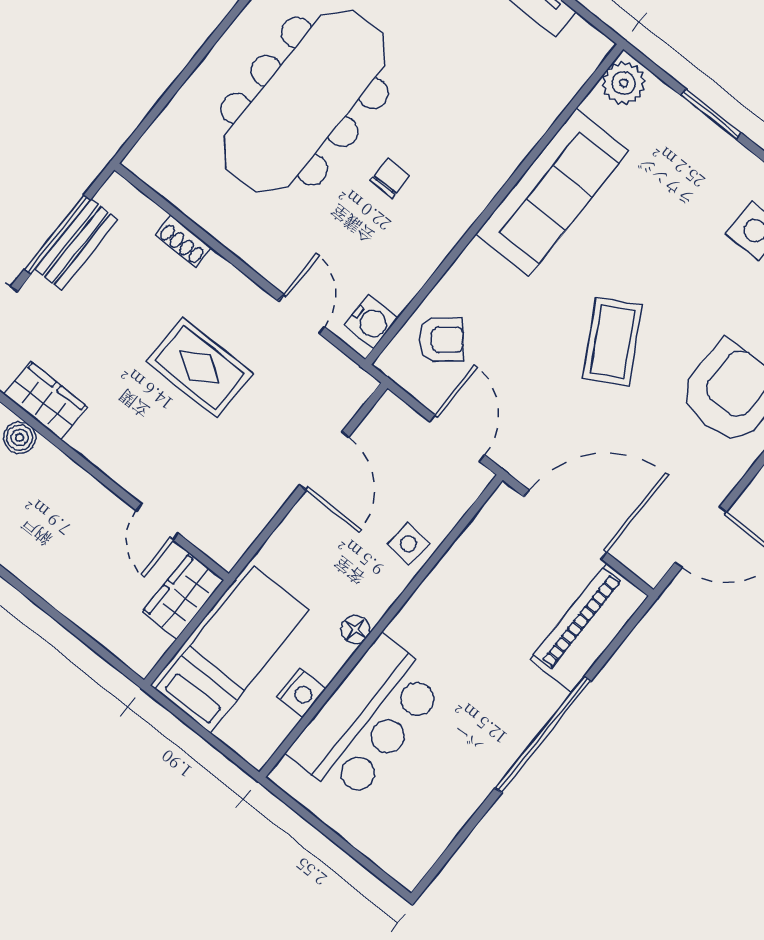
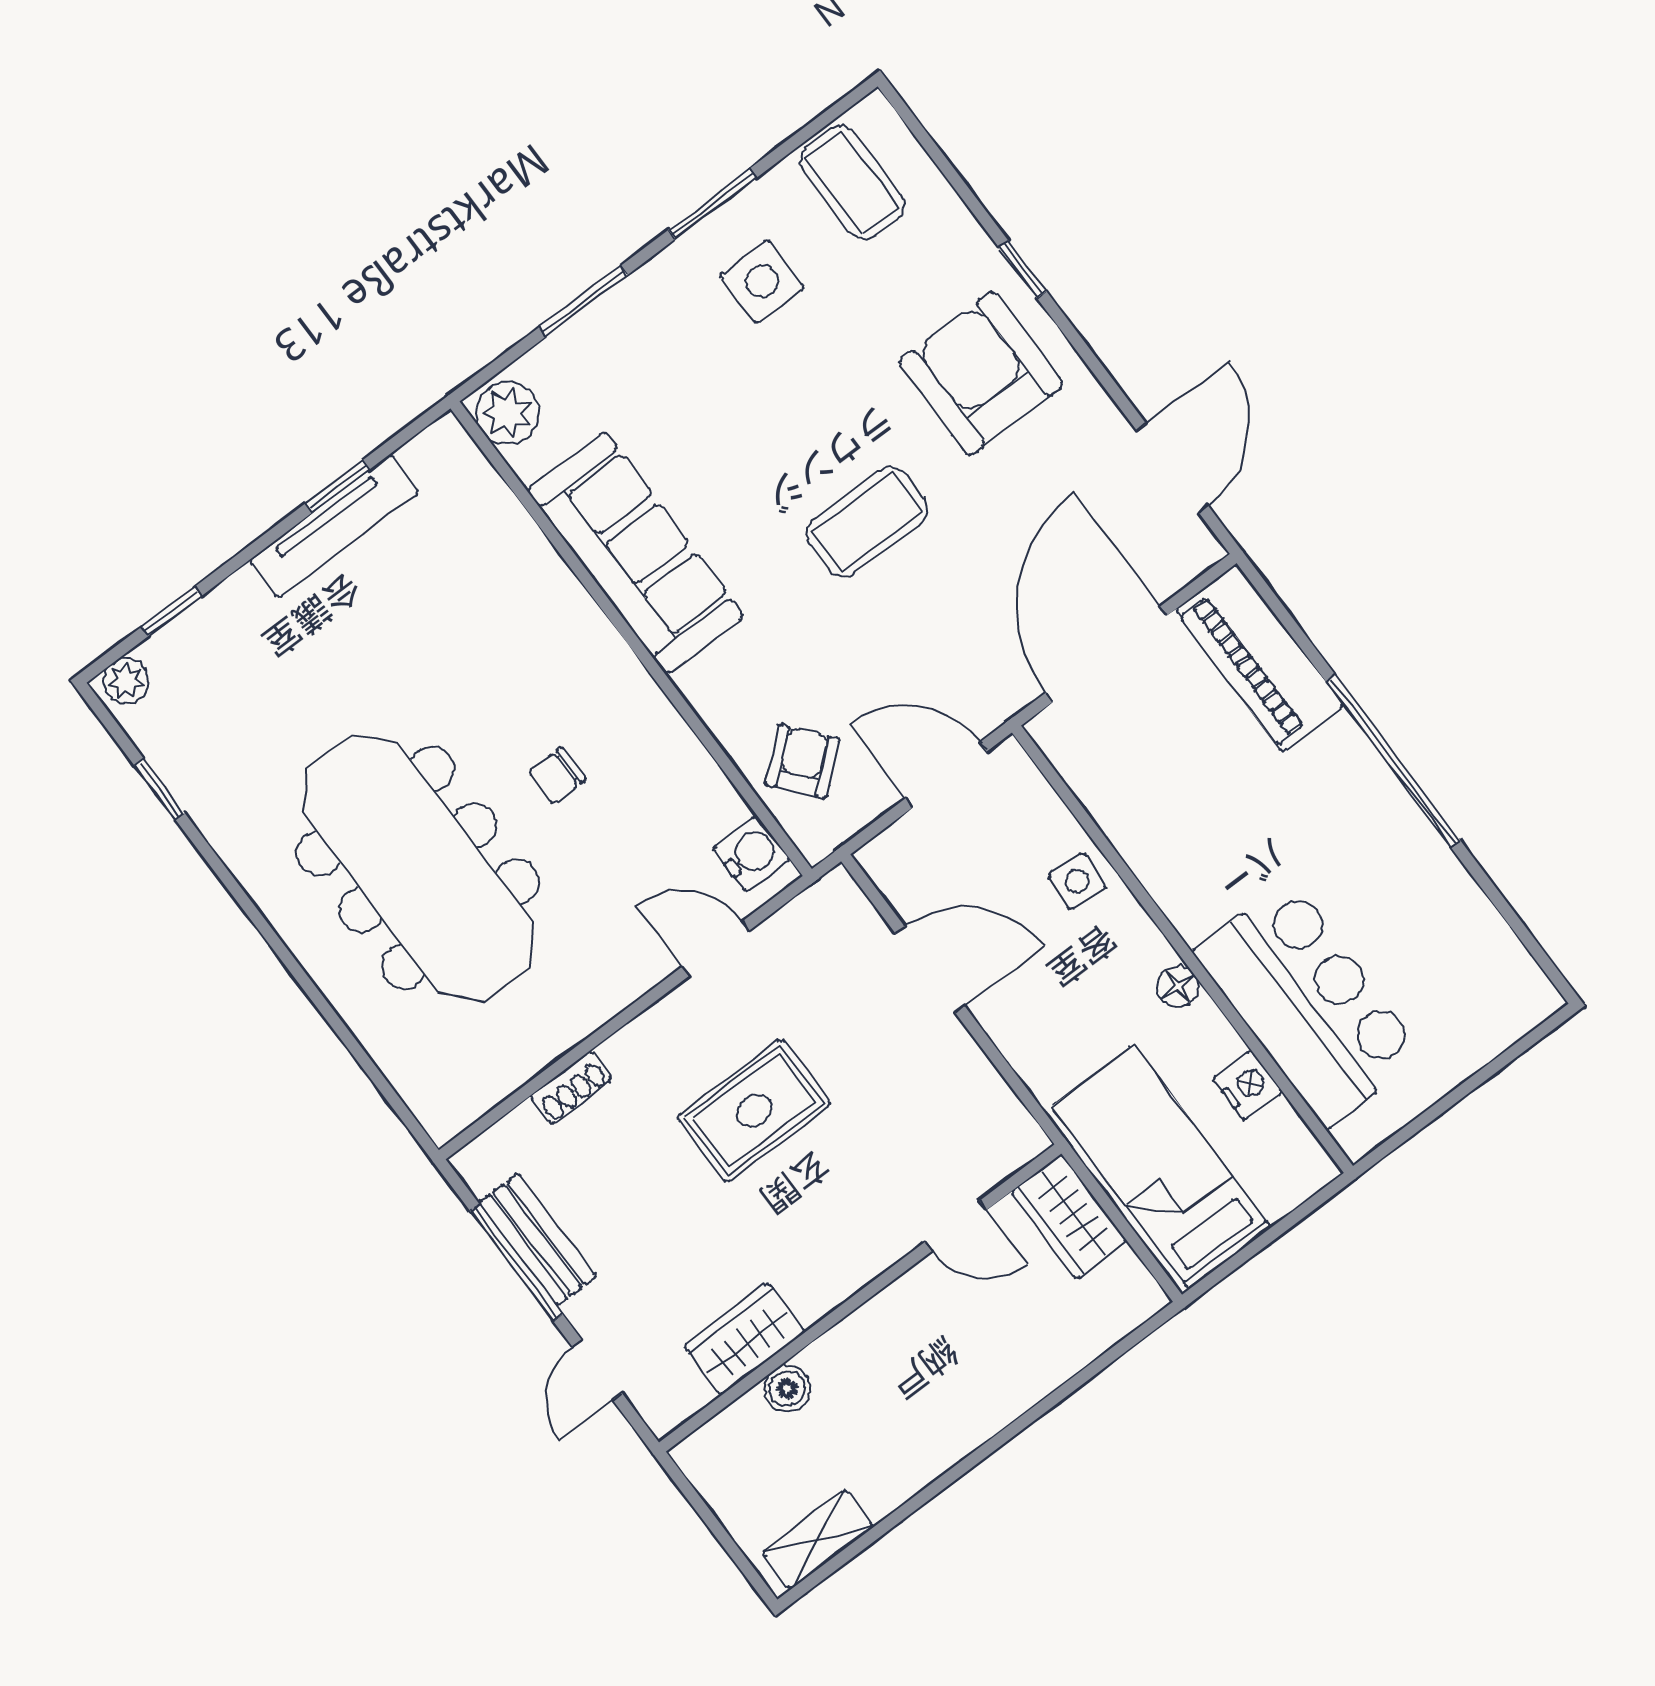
chair: (390, 178) -> (557, 775), turned -90
coffee table: (612, 342) -> (867, 522), turned -61

